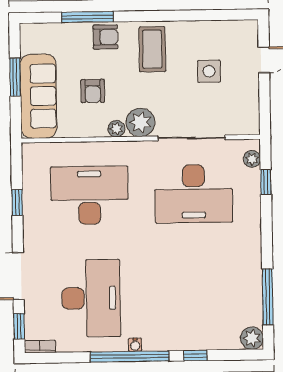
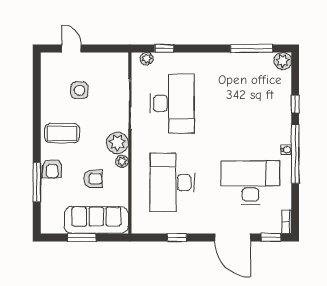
armchair: (105, 37) -> (52, 169), turned 180

